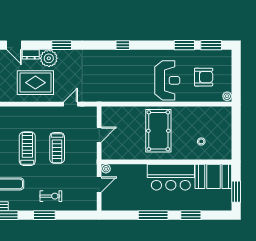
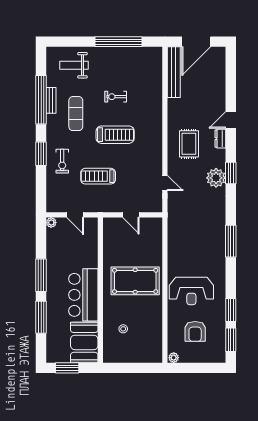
window: (123, 45) -> (231, 241), width x2.17
plant: (49, 58) -> (216, 178), moved
rug: (35, 83) -> (189, 144), width x0.73, depth x0.70
treadmill: (57, 148) -> (98, 176), moved
plant: (106, 169) -> (51, 223), moved
window: (191, 215) -> (41, 317), width x1.44

